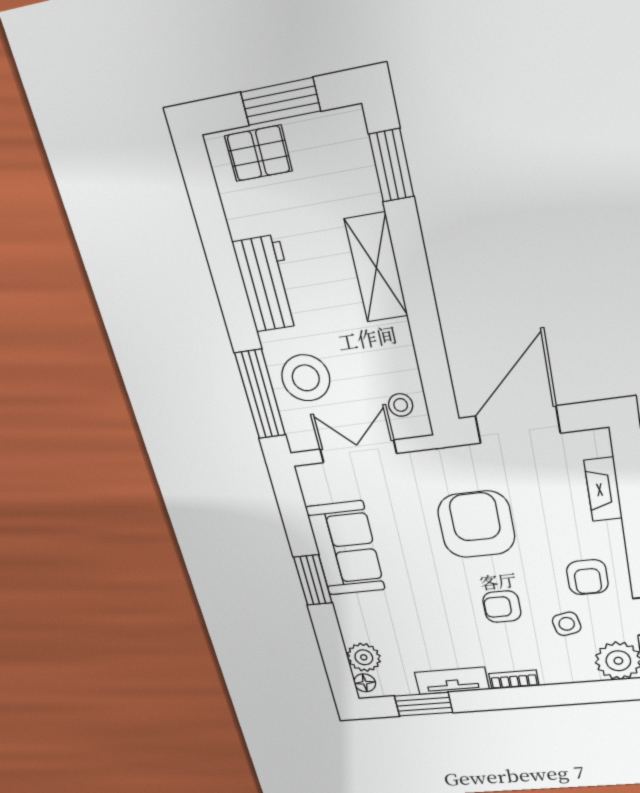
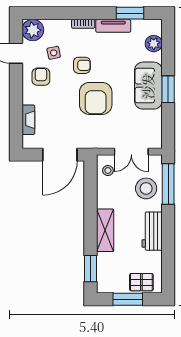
armchair: (476, 524) -> (96, 98), moved
sofa: (346, 549) -> (148, 86), moved
floor lamp: (365, 683) -> (157, 29), removed

